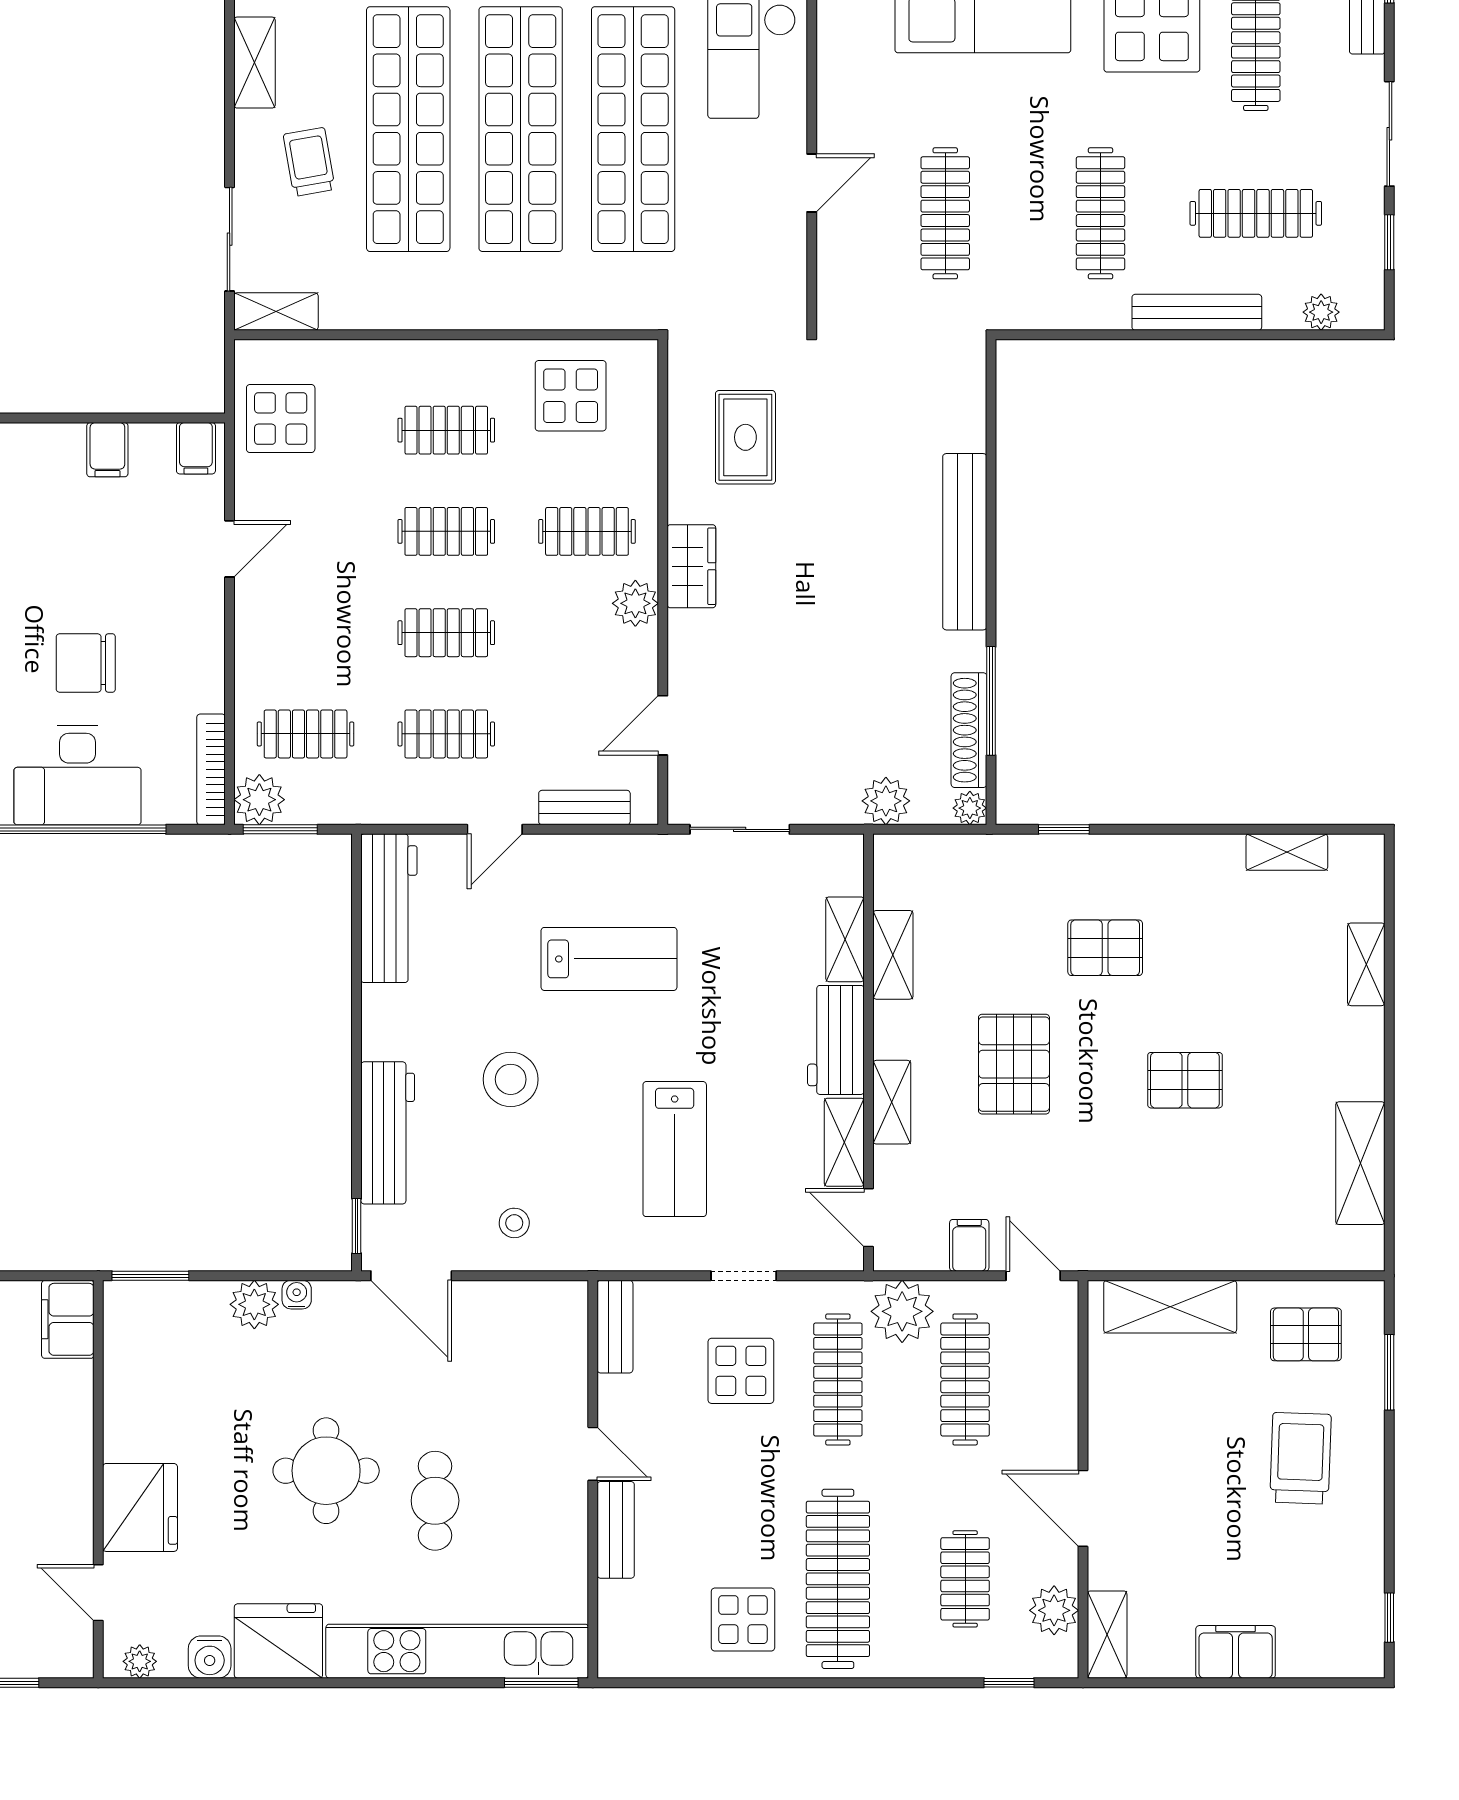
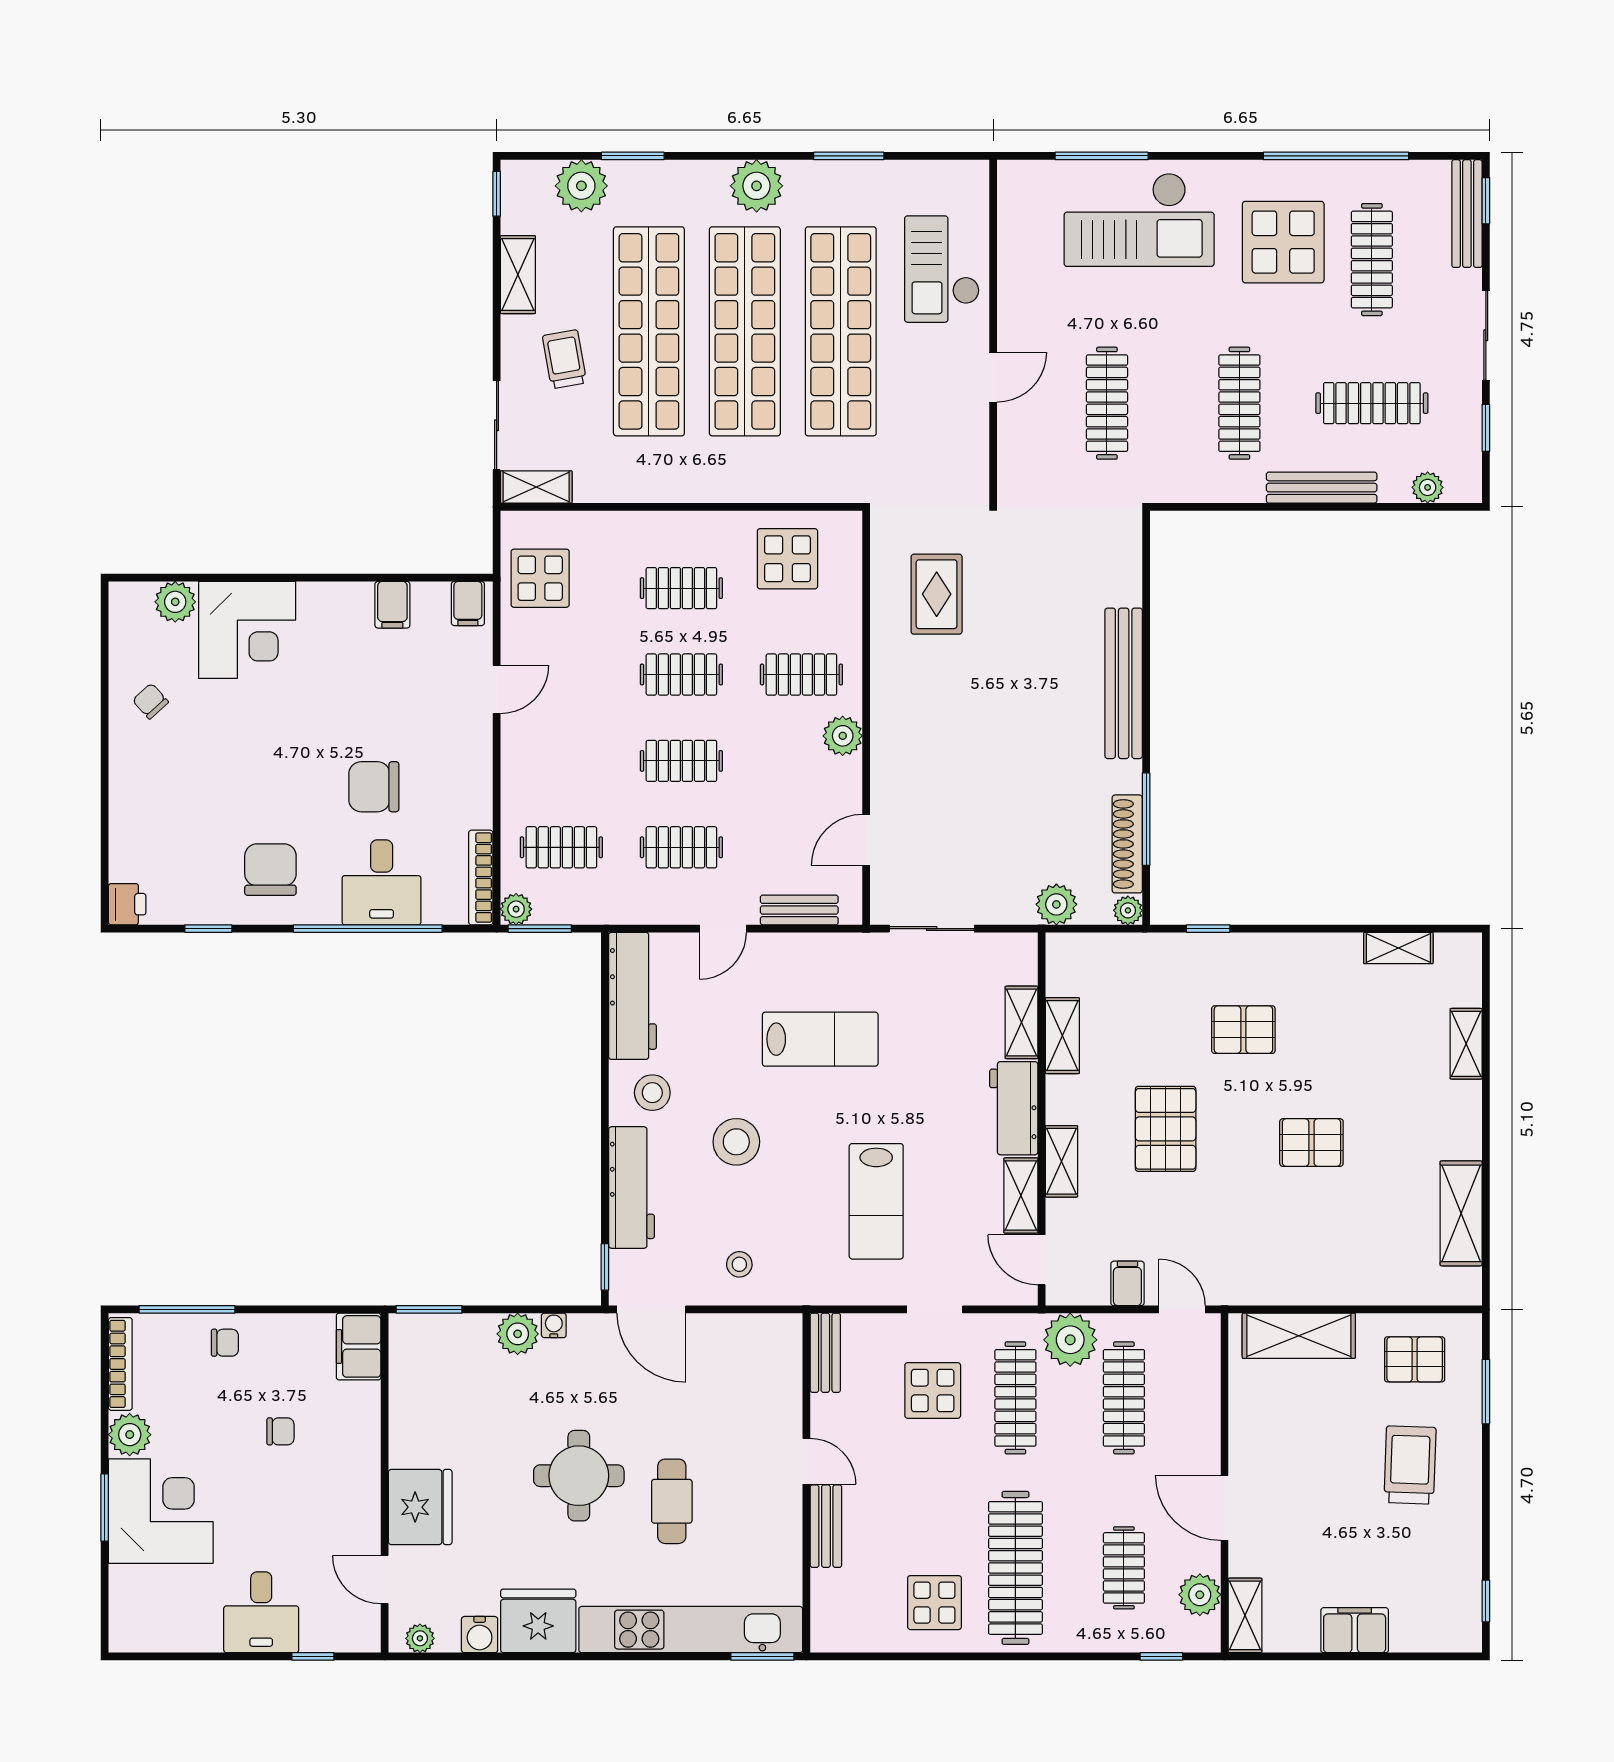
wardrobe: (691, 566) -> (891, 704), removed
desk: (77, 775) -> (382, 882), width x0.73
plant: (259, 800) -> (516, 909), width x0.73, depth x0.73
stool: (412, 1022) -> (652, 1093), added

